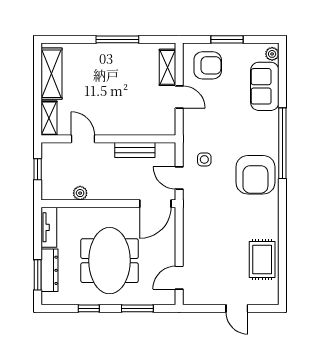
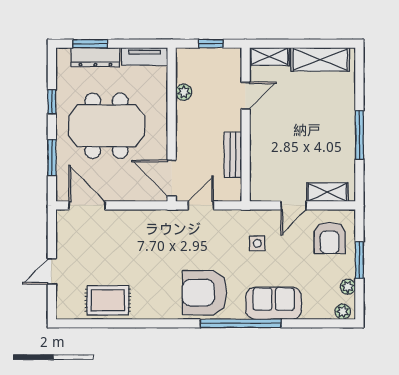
plant: (250, 49) -> (348, 287), added
sofa: (265, 86) -> (274, 303), moved
side table: (204, 159) -> (257, 243), moved
door: (179, 278) -> (87, 205), width x1.38

